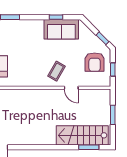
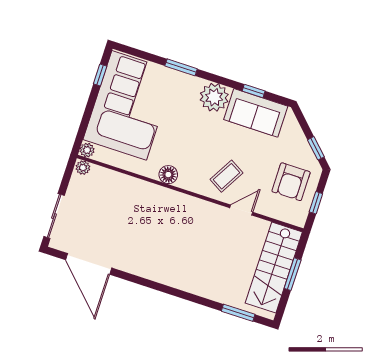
plant: (35, 28) -> (214, 97), added
floor lamp: (23, 81) -> (168, 175), added
door: (71, 88) -> (241, 210), swing flipped
stairs: (82, 135) -> (274, 268), moved, turned -90

